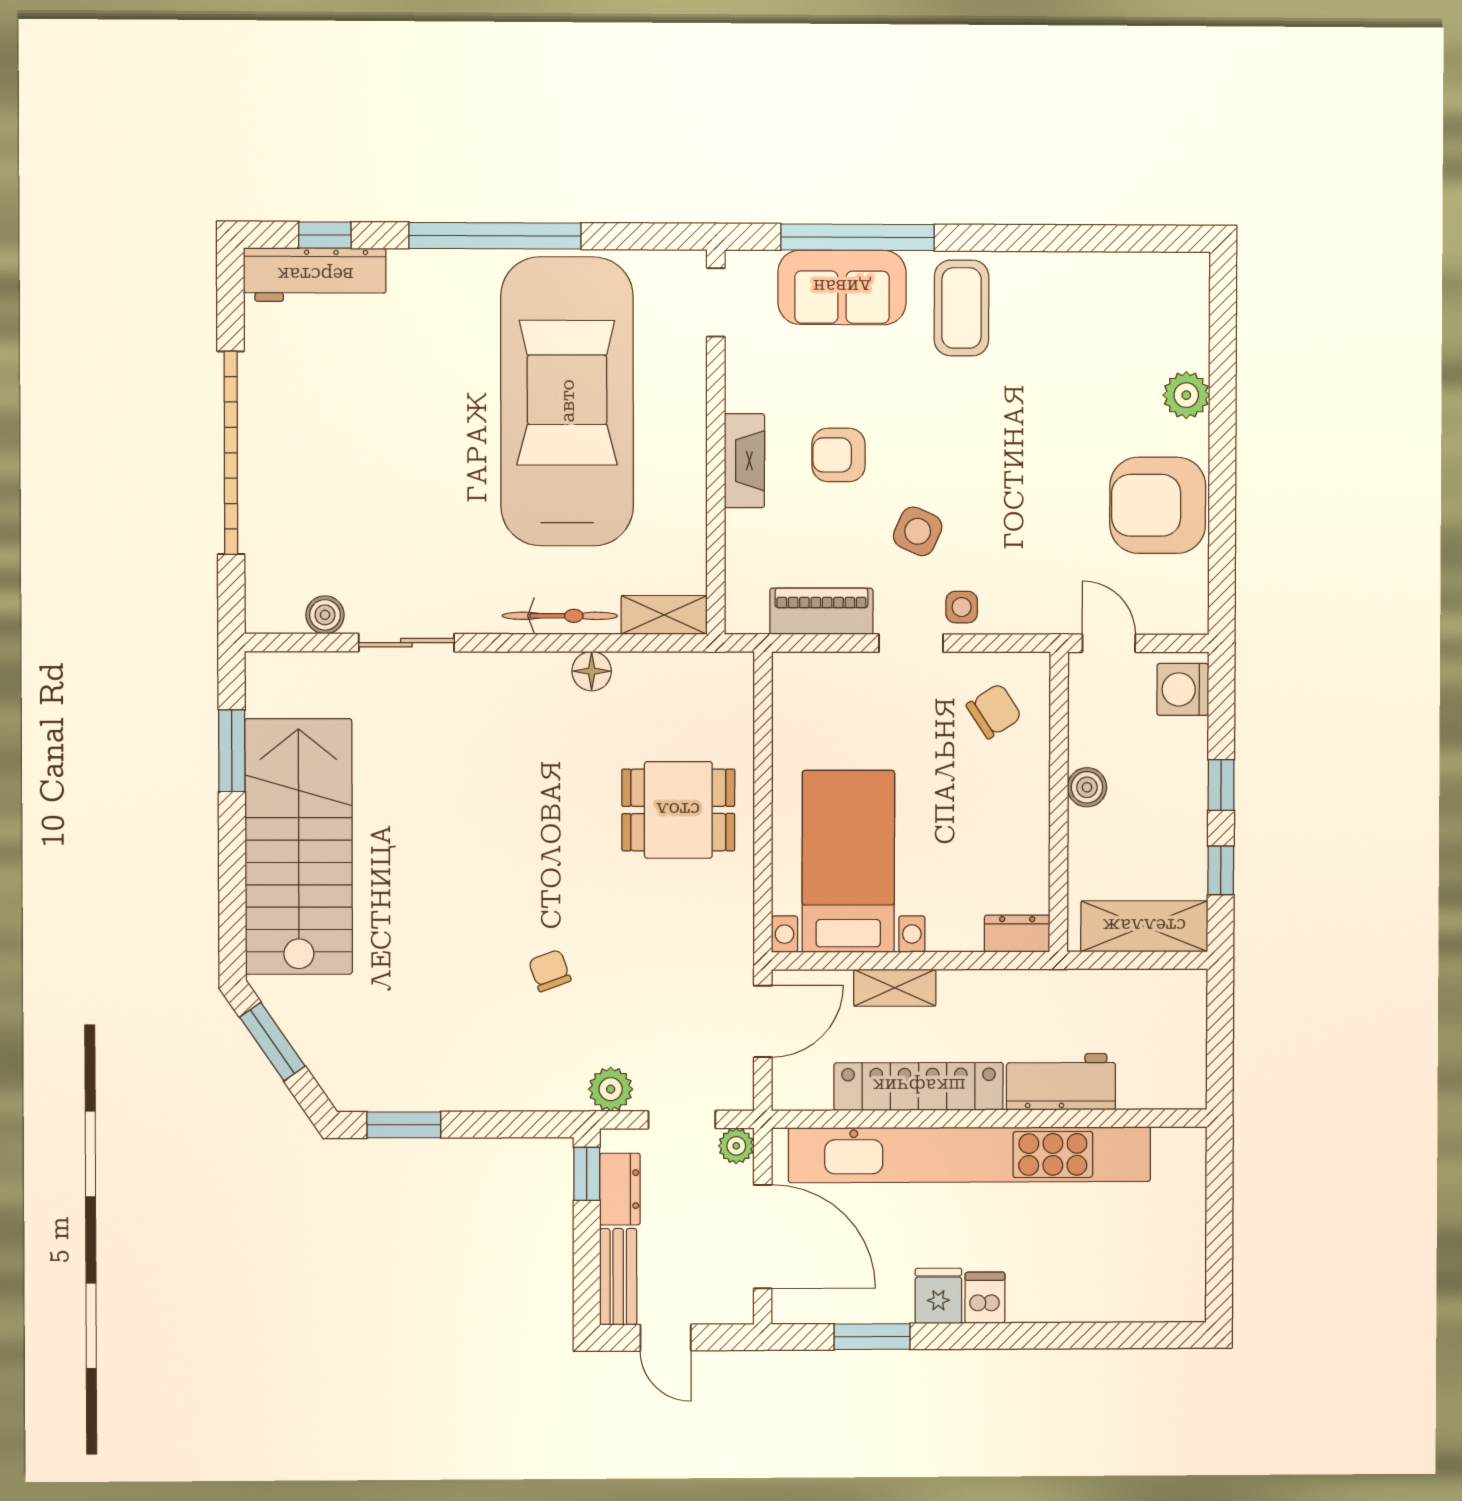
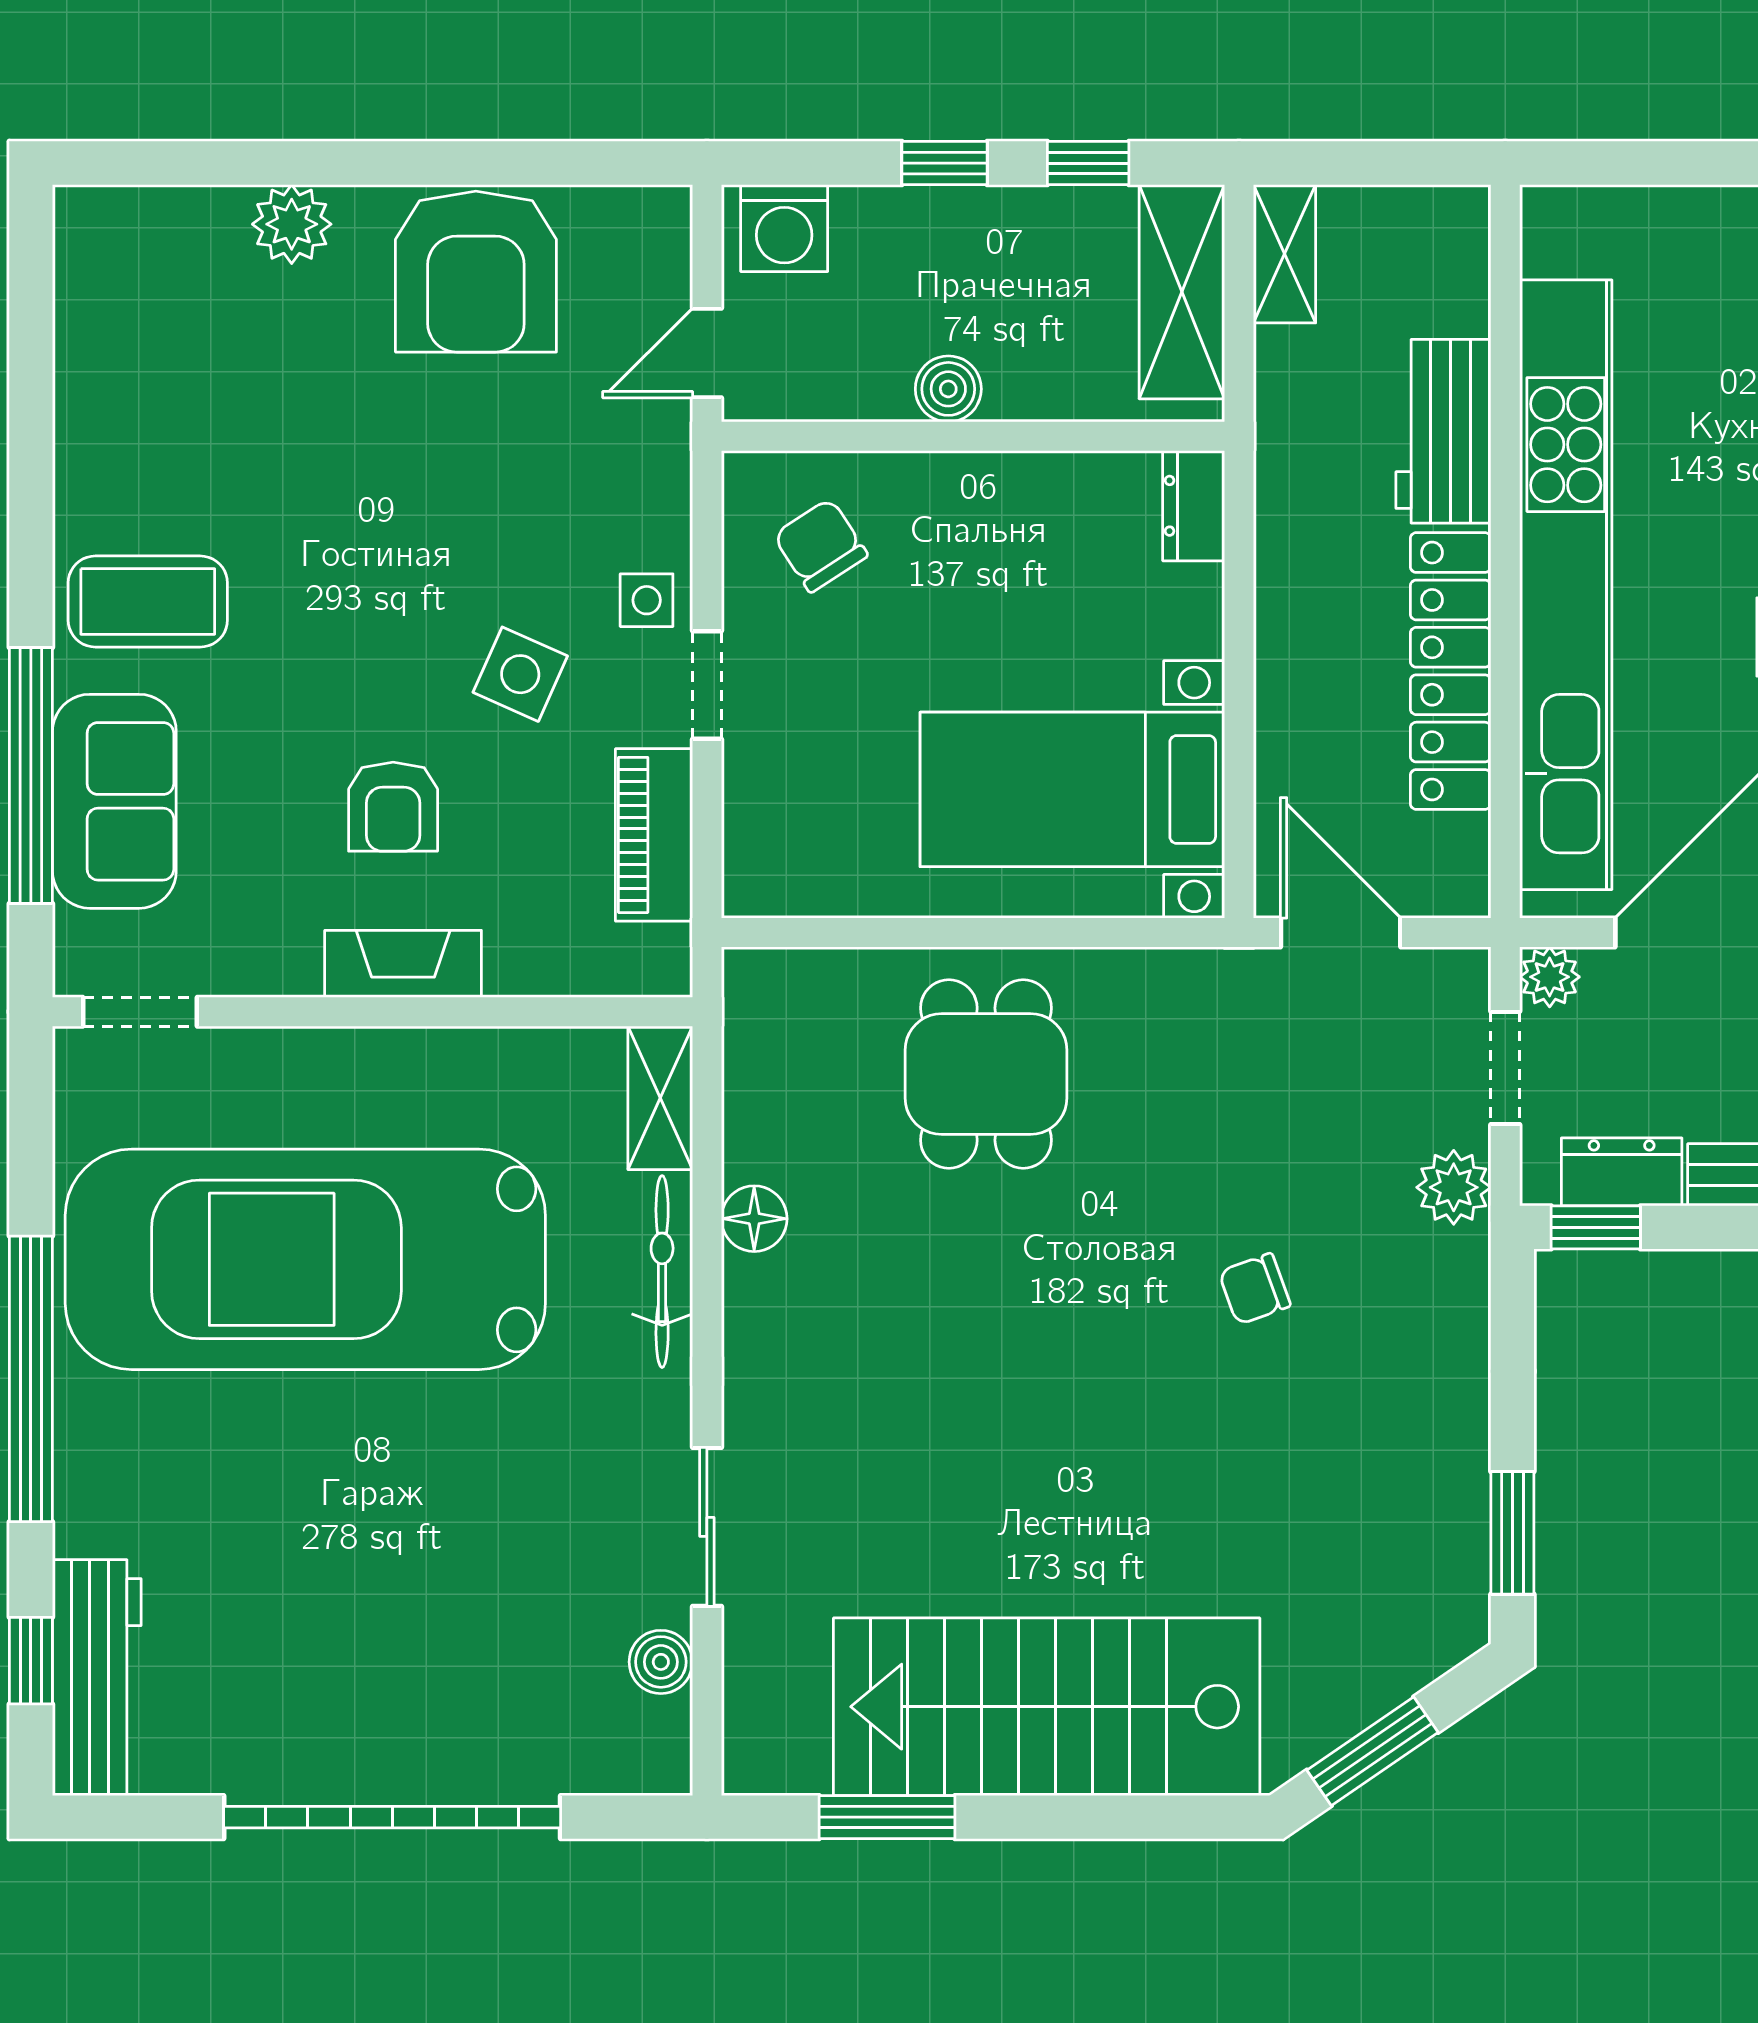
shelving: (895, 988) -> (1285, 254), moved

